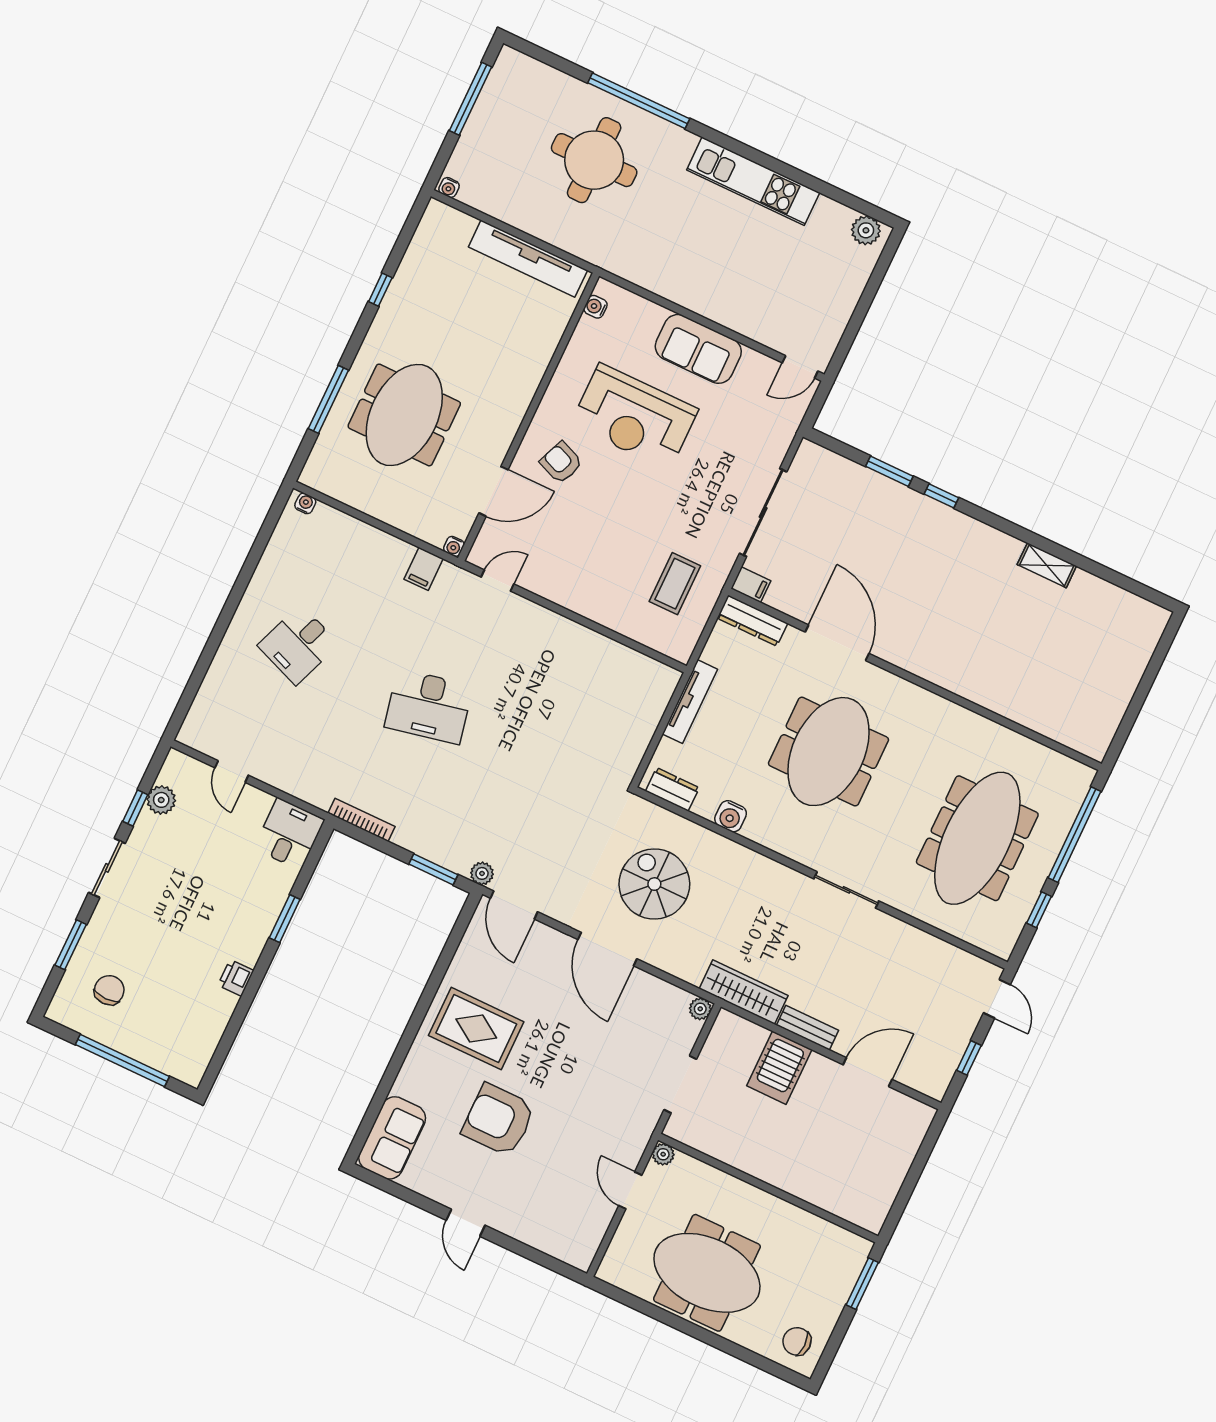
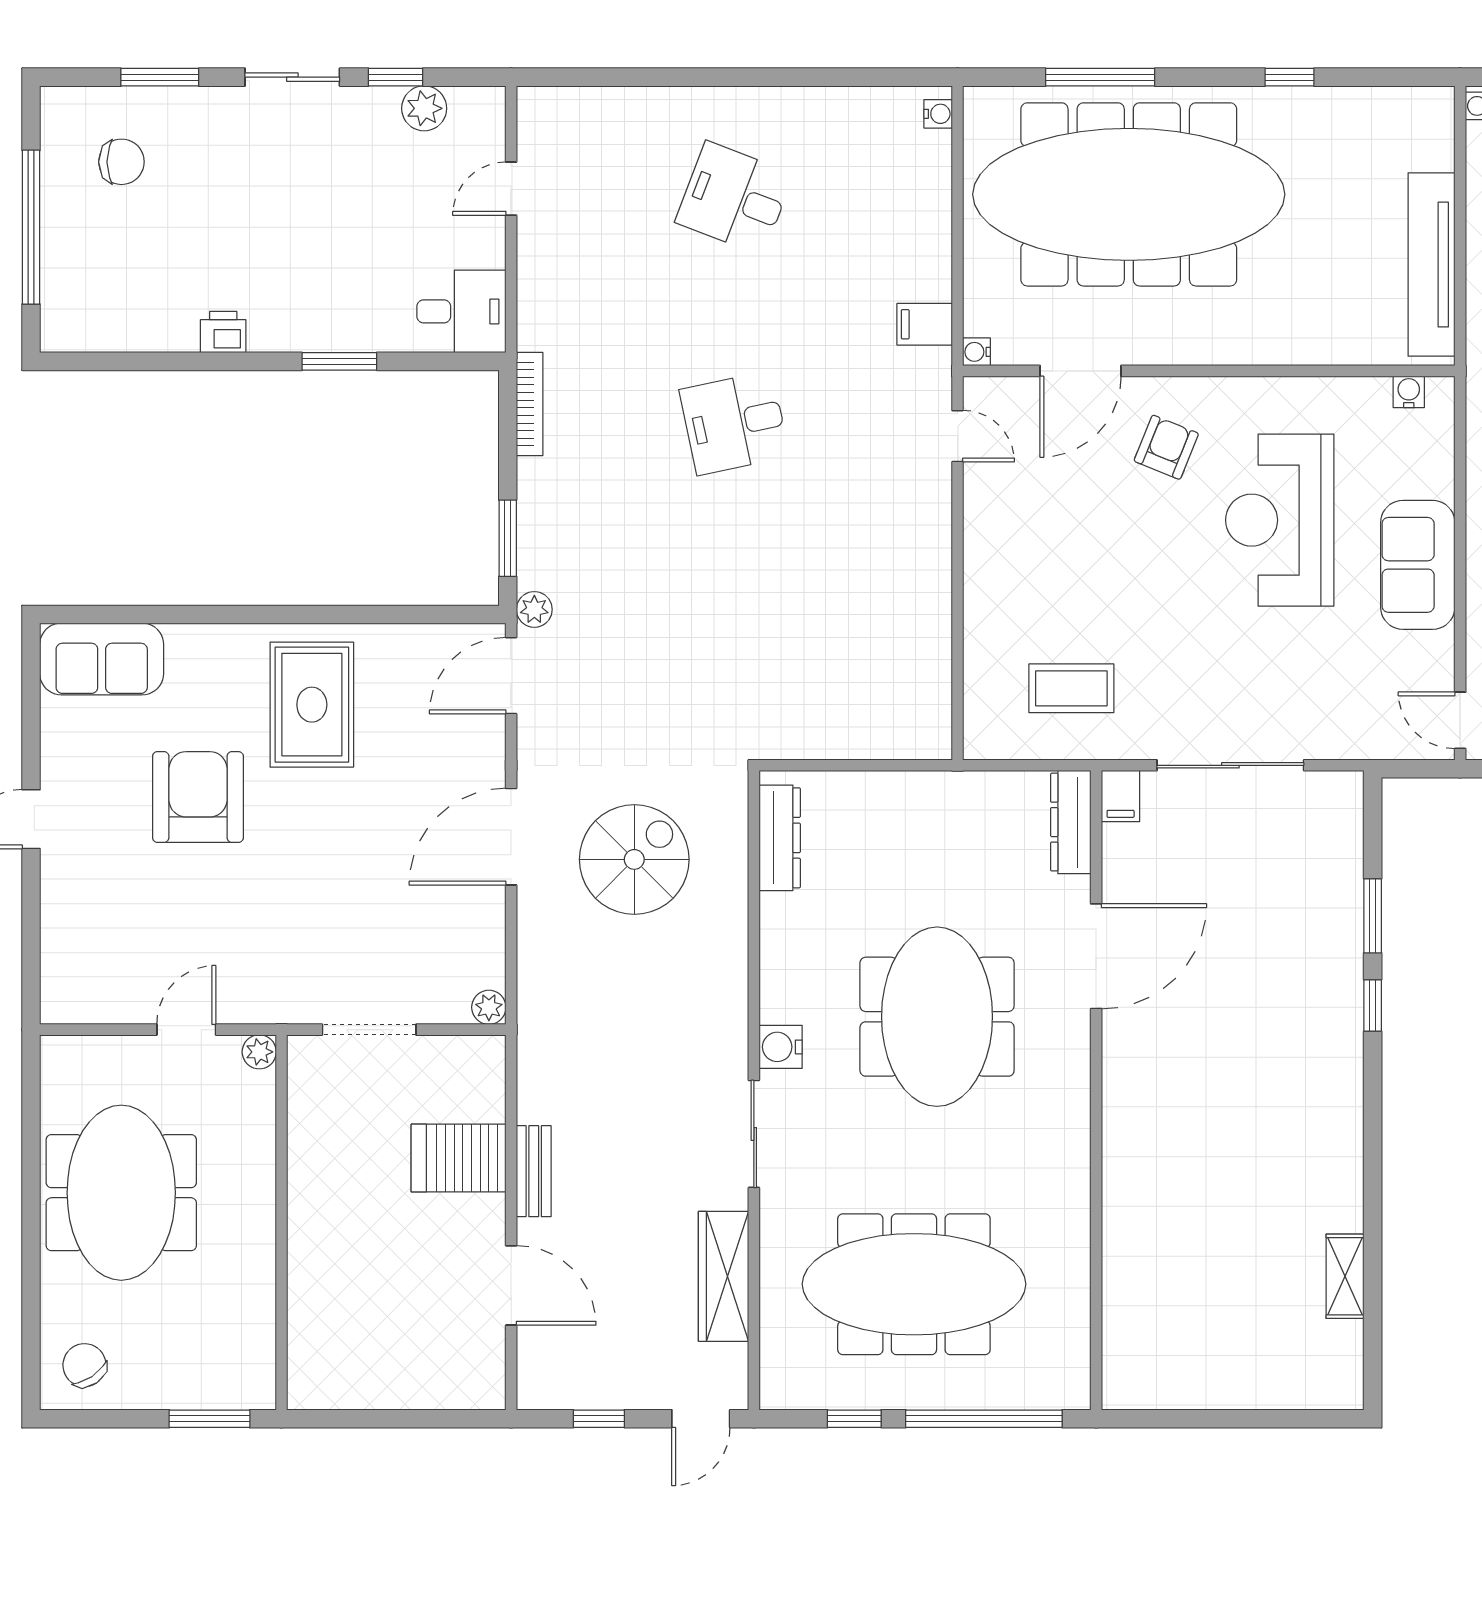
meeting table: (404, 415) -> (1129, 194), width x1.86, depth x1.27
door: (493, 491) -> (1081, 371), hinge flipped
shelving: (1047, 565) -> (1345, 1276), moved
tv unit: (690, 702) -> (915, 788), removed
desk: (429, 706) -> (734, 423), width x0.73
meeting table: (829, 752) -> (937, 1017), turned 90
dresser: (672, 789) -> (780, 838), width x1.44
water cooler: (731, 816) -> (781, 1047), moved
wardrobe: (744, 992) -> (724, 1276), moved, turned 180
chair: (797, 1341) -> (84, 1365), turned -34

